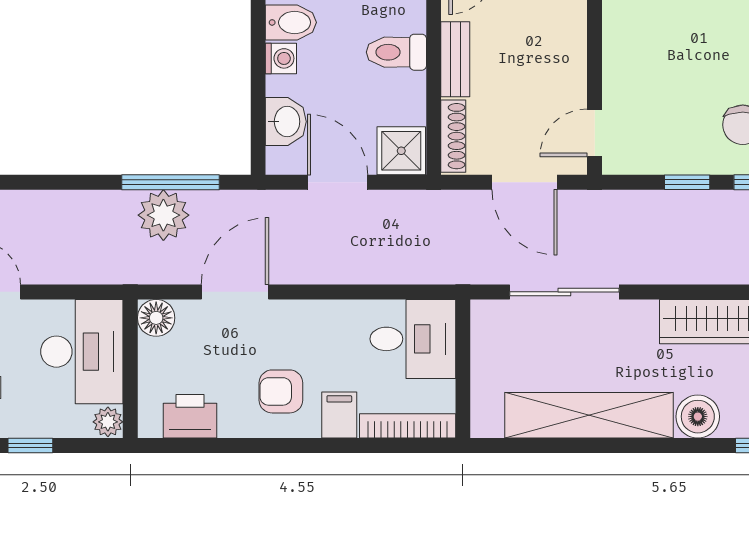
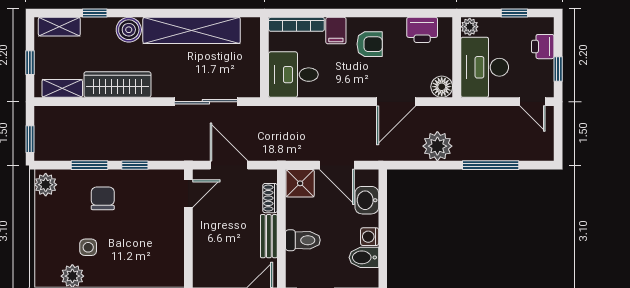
shoe rack: (453, 136) -> (270, 198), width x0.70
window: (170, 182) -> (491, 165), moved

